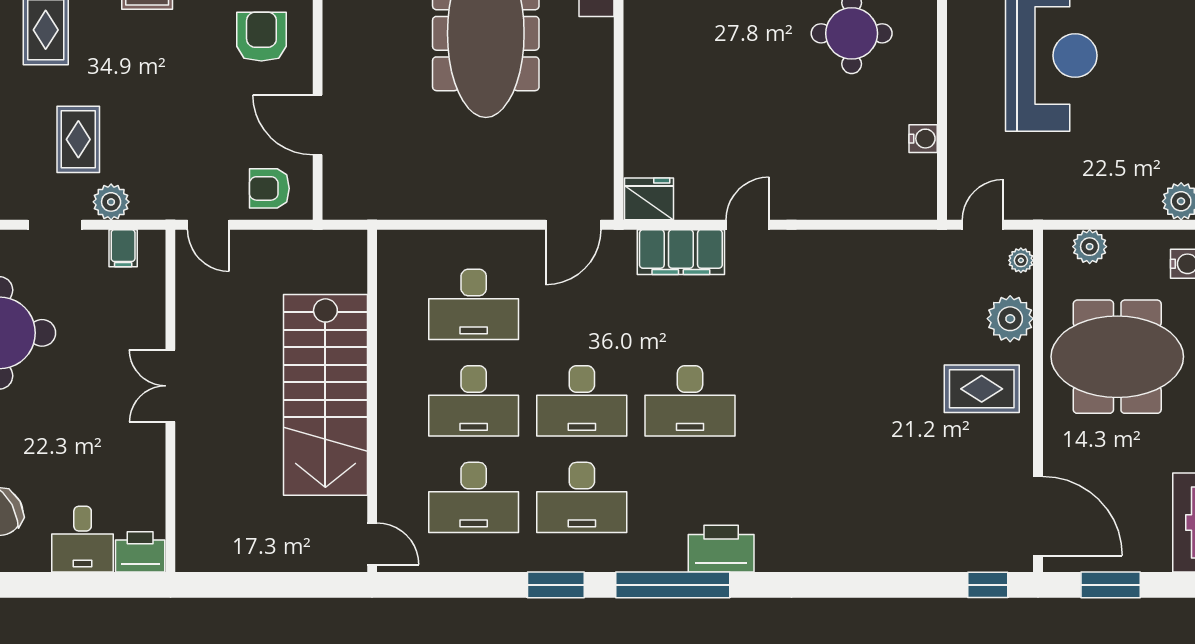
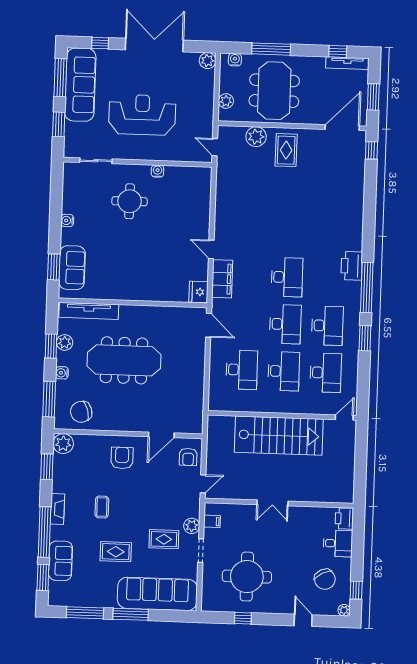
armchair: (261, 37) -> (122, 458), turned 90
water cooler: (923, 139) -> (157, 171), moved
plant: (1021, 260) -> (231, 131), removed

